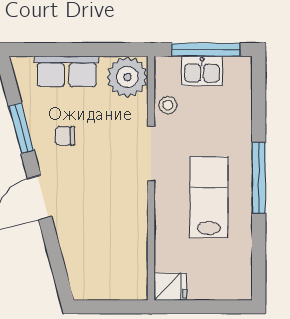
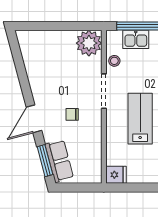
row of seats: (67, 71) -> (59, 161), moved, turned -105
window: (21, 128) -> (45, 161), moved
chair: (65, 136) -> (72, 114), moved

